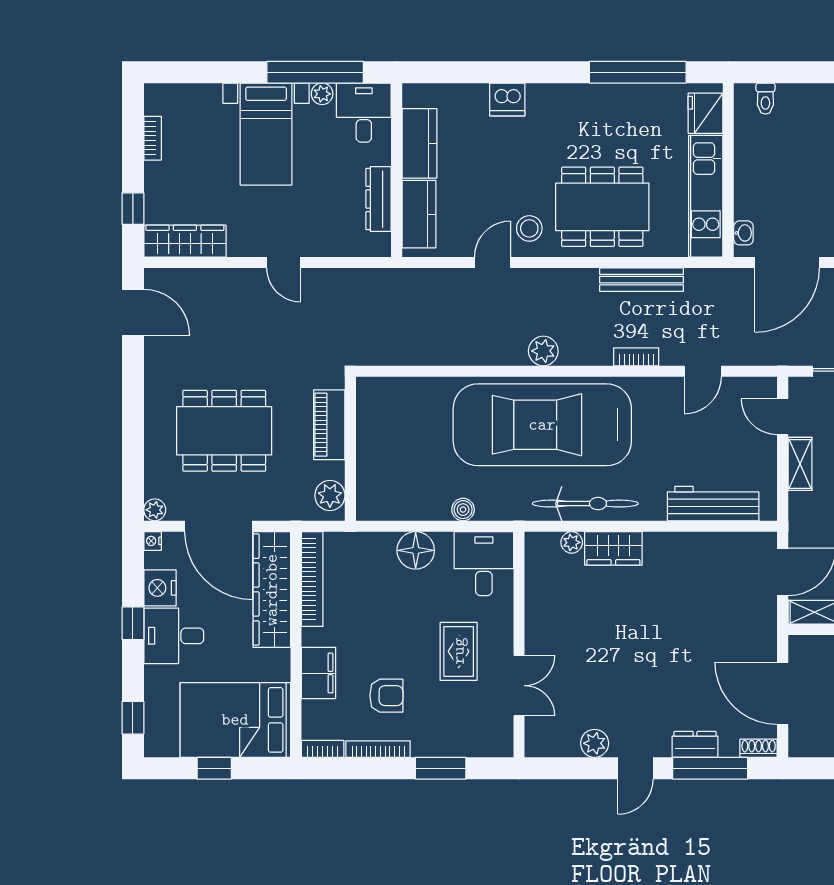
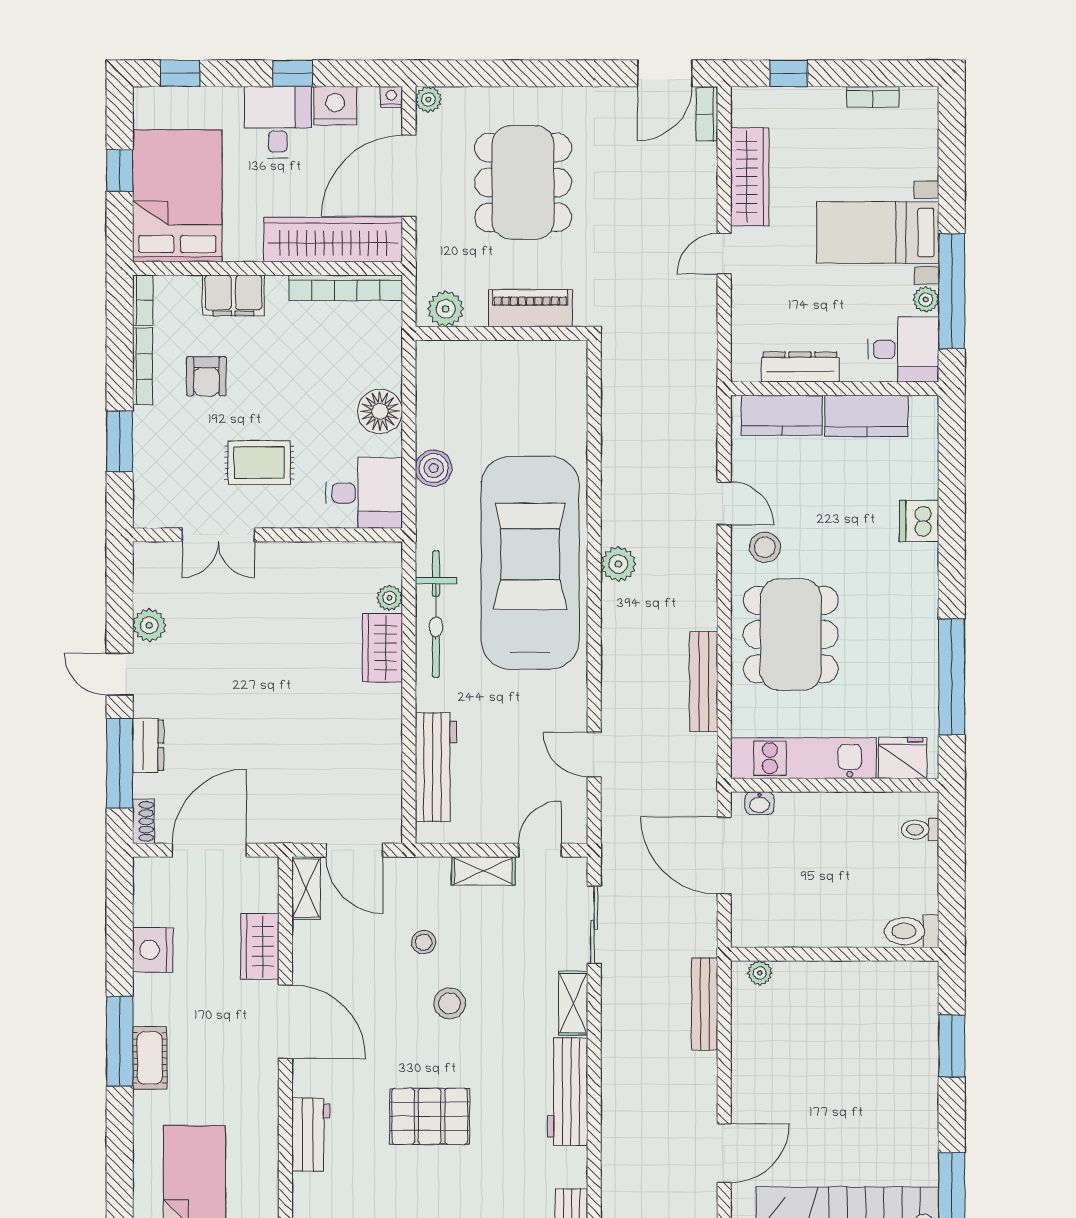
wardrobe: (185, 241) -> (750, 177), moved
bookcase: (636, 357) -> (707, 114), moved, turned 180
boiler: (463, 510) -> (434, 468), width x1.36, depth x1.36

